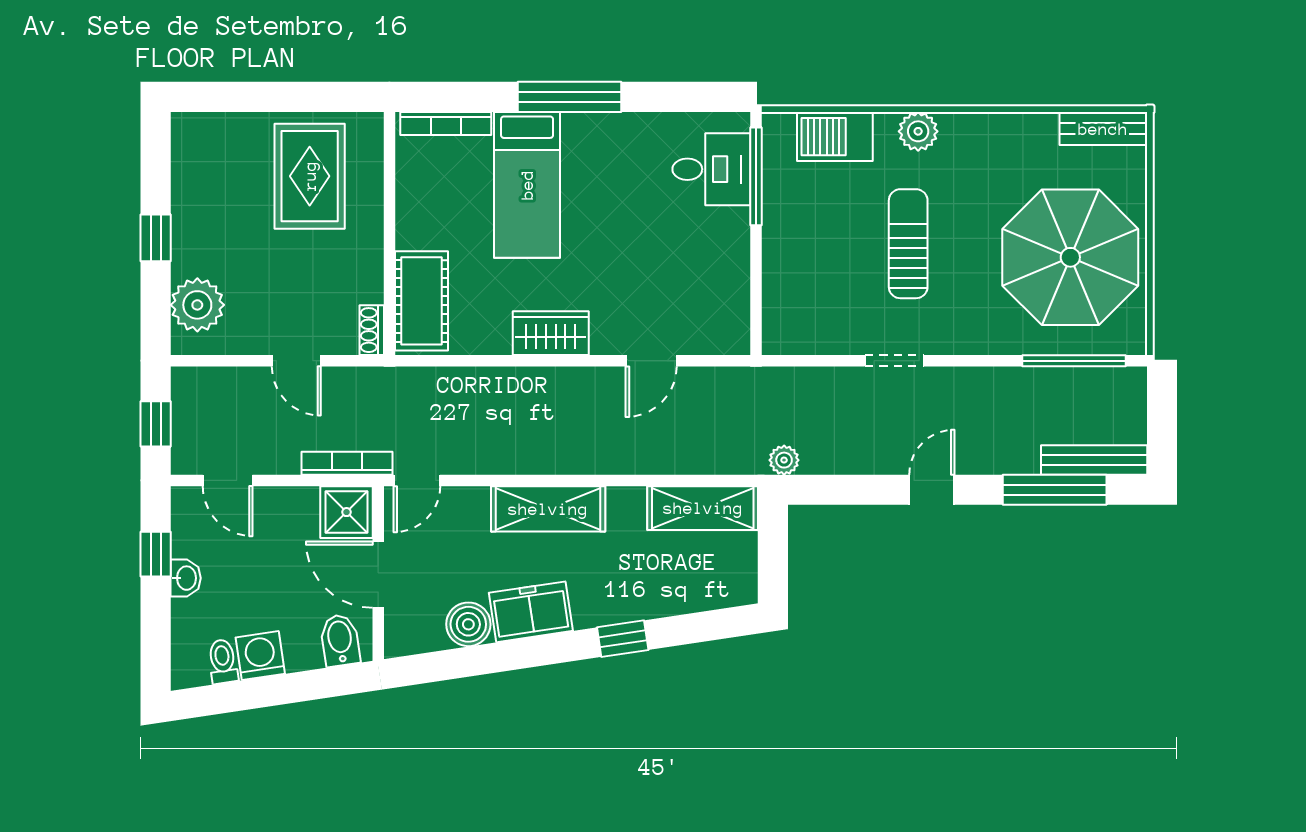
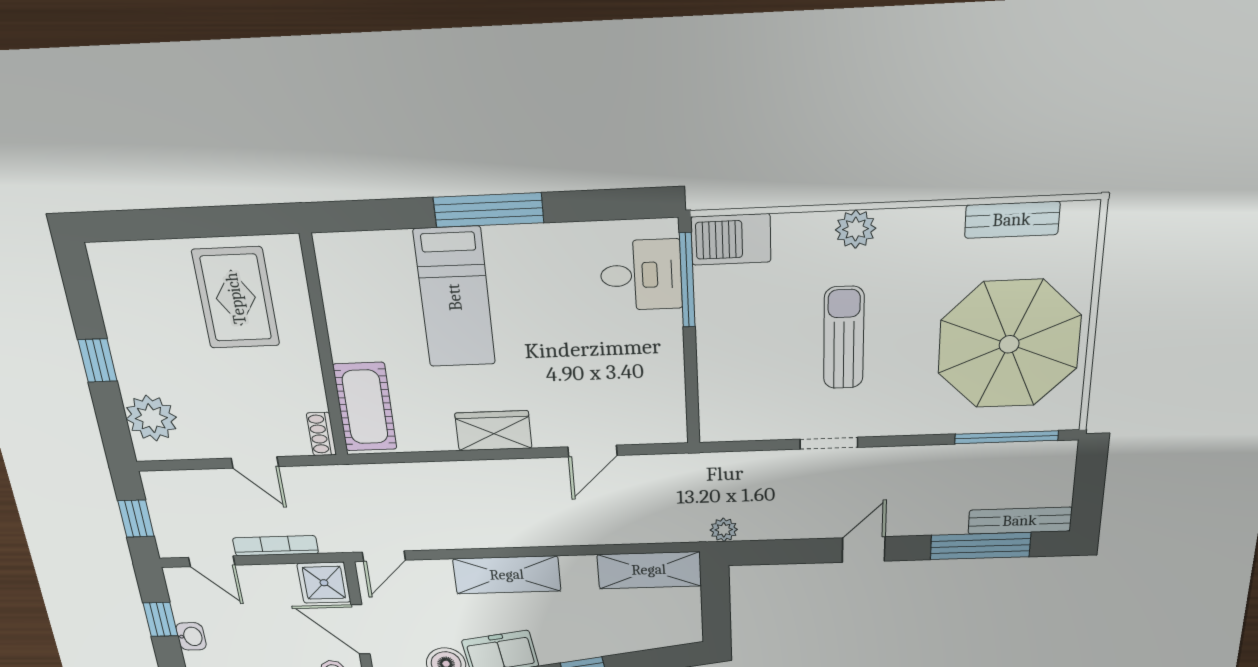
bookcase: (446, 123) -> (365, 242), removed
bench: (1103, 129) -> (1012, 220), moved
barbecue: (835, 137) -> (731, 239), moved
bookcase: (347, 463) -> (276, 546), moved

